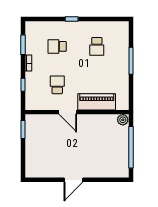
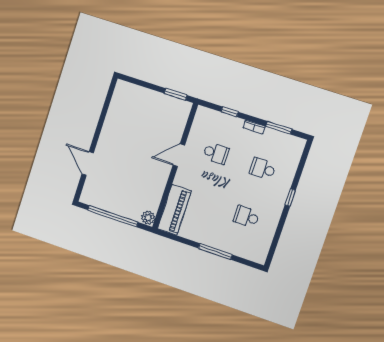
school desk: (57, 46) -> (263, 169), turned -90
piano: (97, 102) -> (174, 210), moved
door: (74, 180) -> (88, 163), moved

